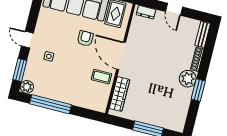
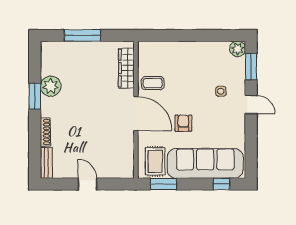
dresser: (146, 12) -> (120, 172), removed
armchair: (85, 38) -> (183, 123), turned 180
plant: (188, 79) -> (51, 86), moved
window: (50, 104) -> (205, 35), removed

